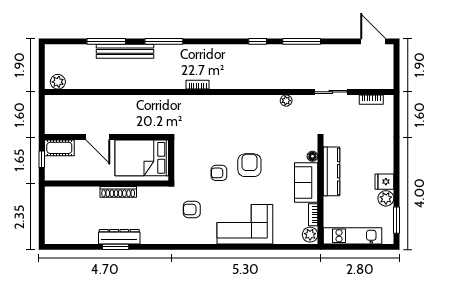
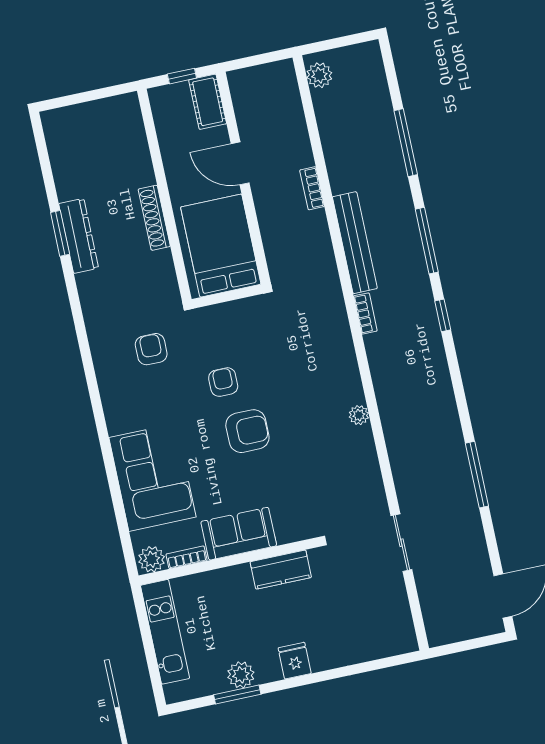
window: (258, 41) -> (443, 315), moved
bench: (125, 51) -> (355, 243), moved
bookcase: (371, 100) -> (312, 188), moved
plant: (286, 101) -> (359, 415), moved
door: (98, 137) -> (240, 163), hinge flipped
floor lamp: (312, 156) -> (286, 535), removed
kitchen counter: (331, 171) -> (281, 570), width x0.67
fridge: (384, 182) -> (295, 661), moved
window: (396, 220) -> (237, 694), moved
corner sofa: (245, 224) -> (152, 477), moved

